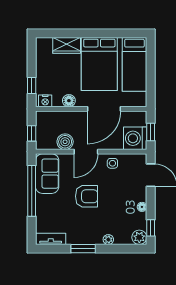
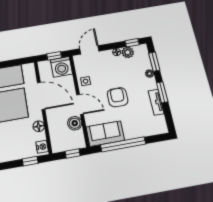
plant: (139, 237) -> (128, 52), moved
tv unit: (51, 239) -> (156, 102), moved
window: (122, 249) -> (154, 62), added

